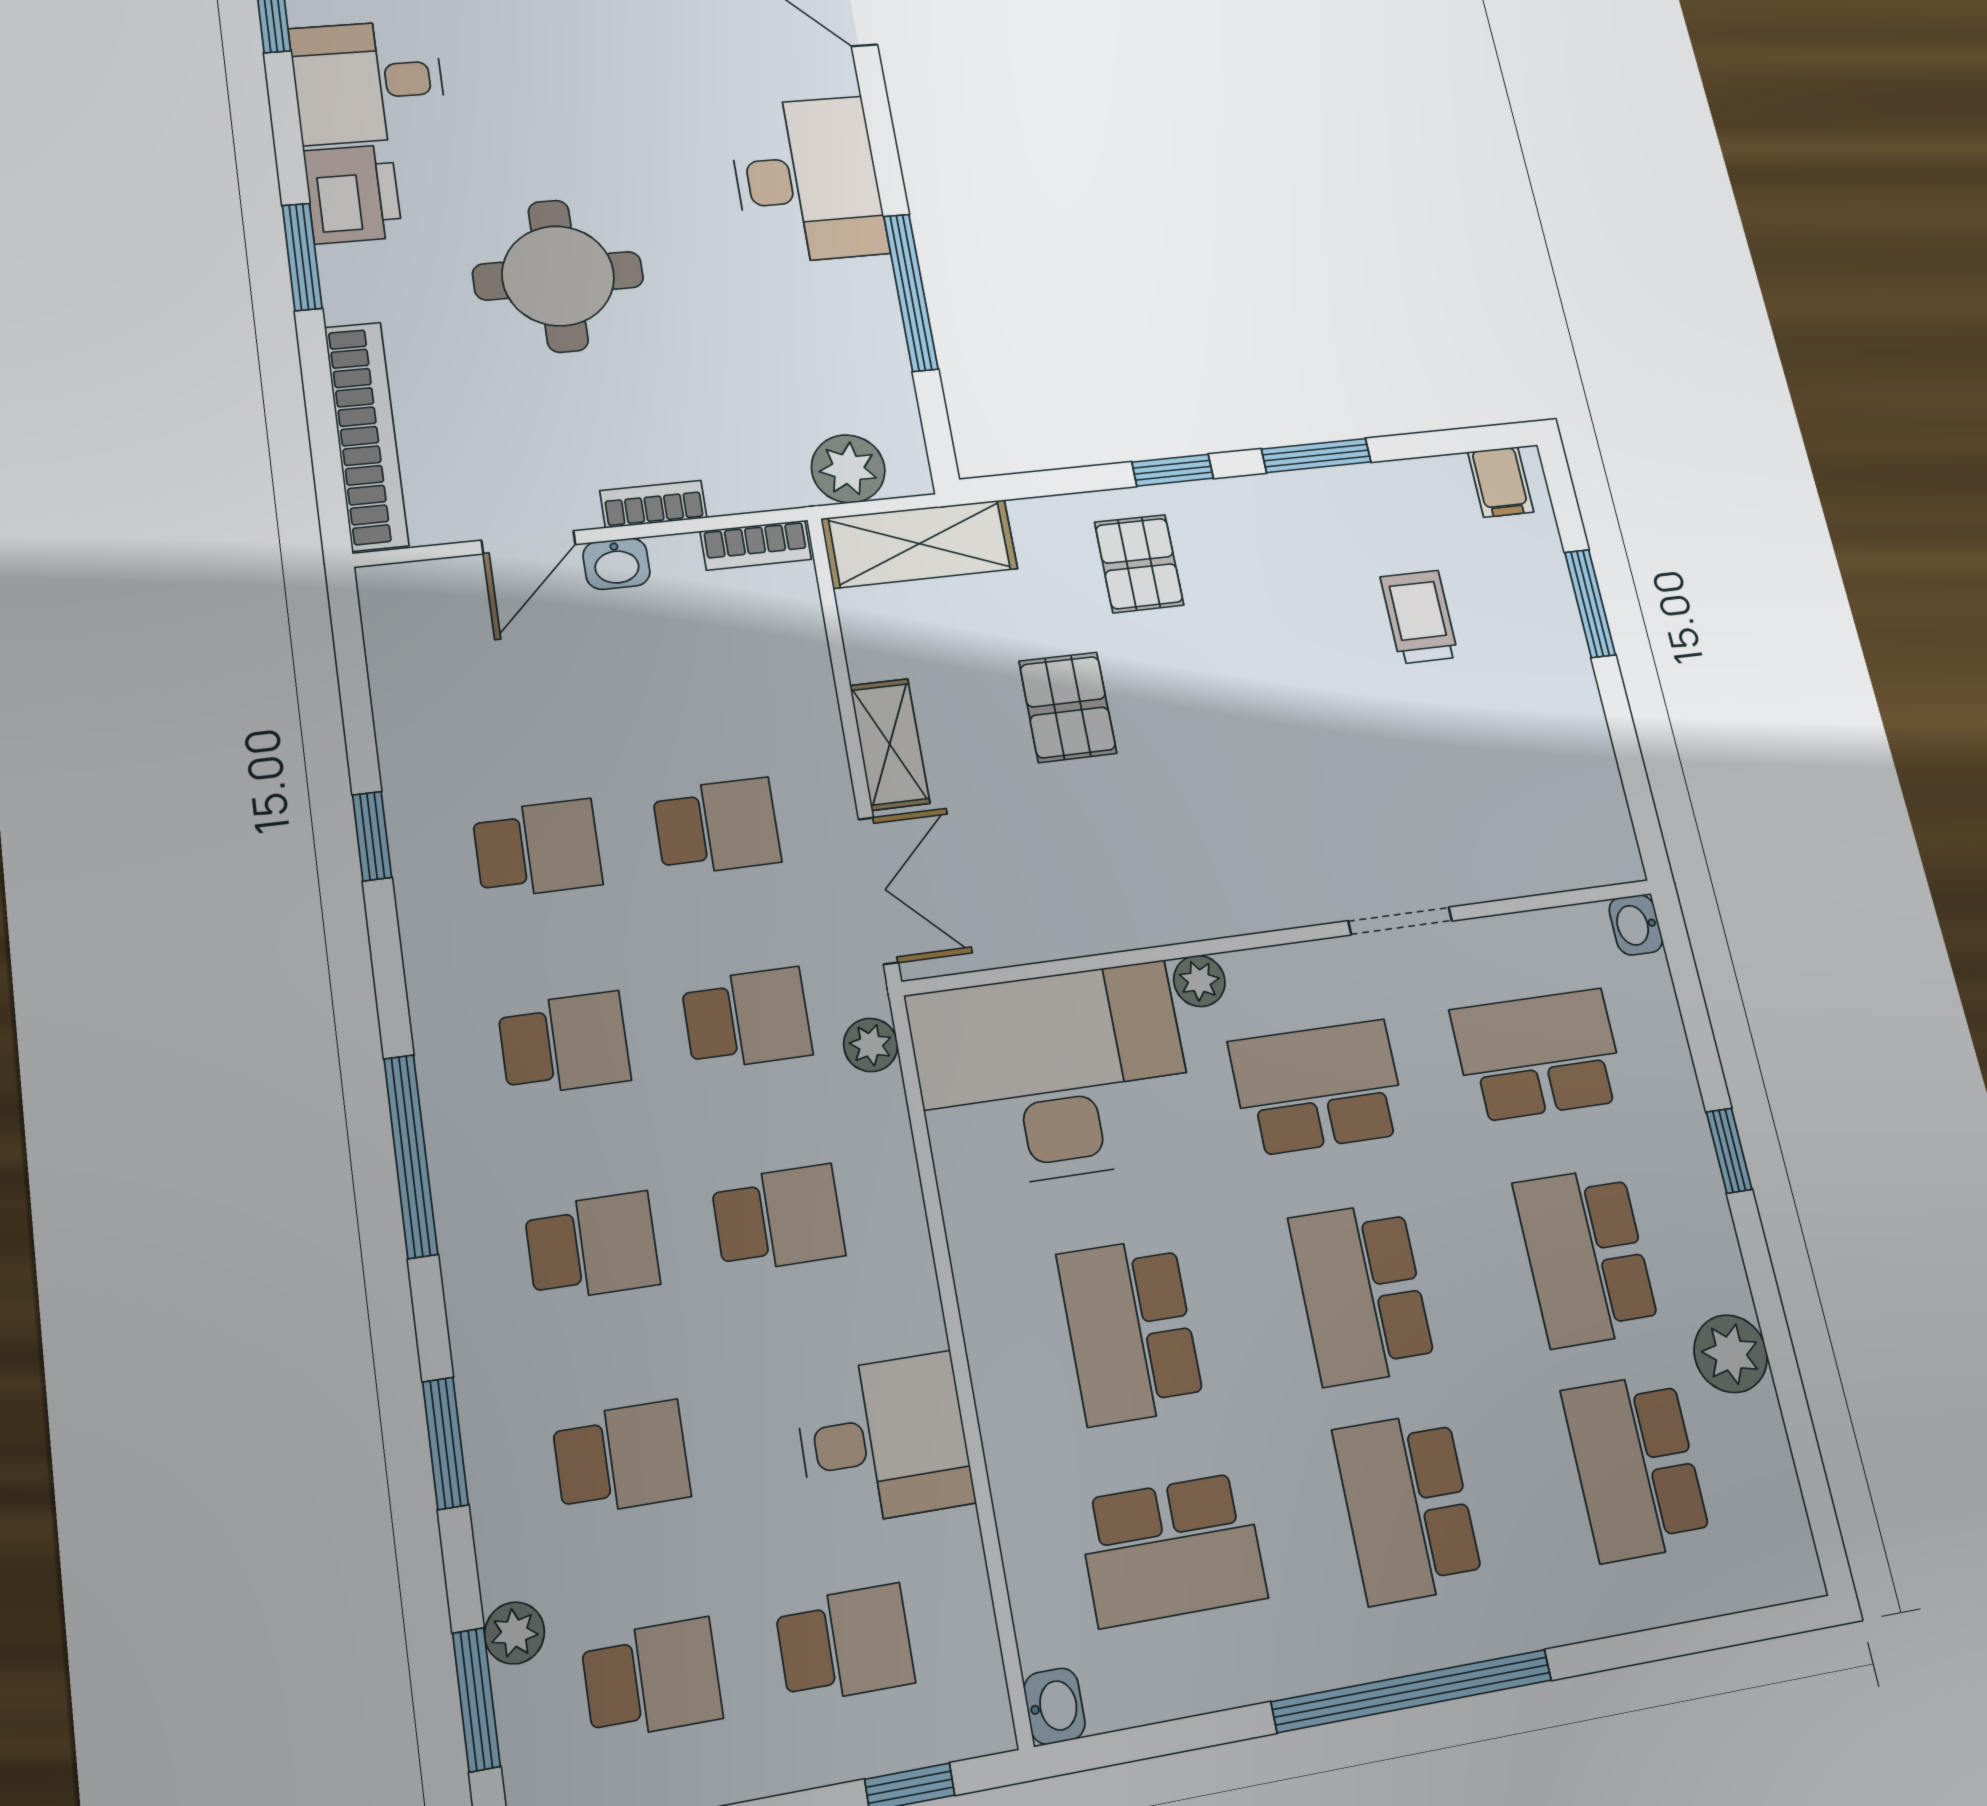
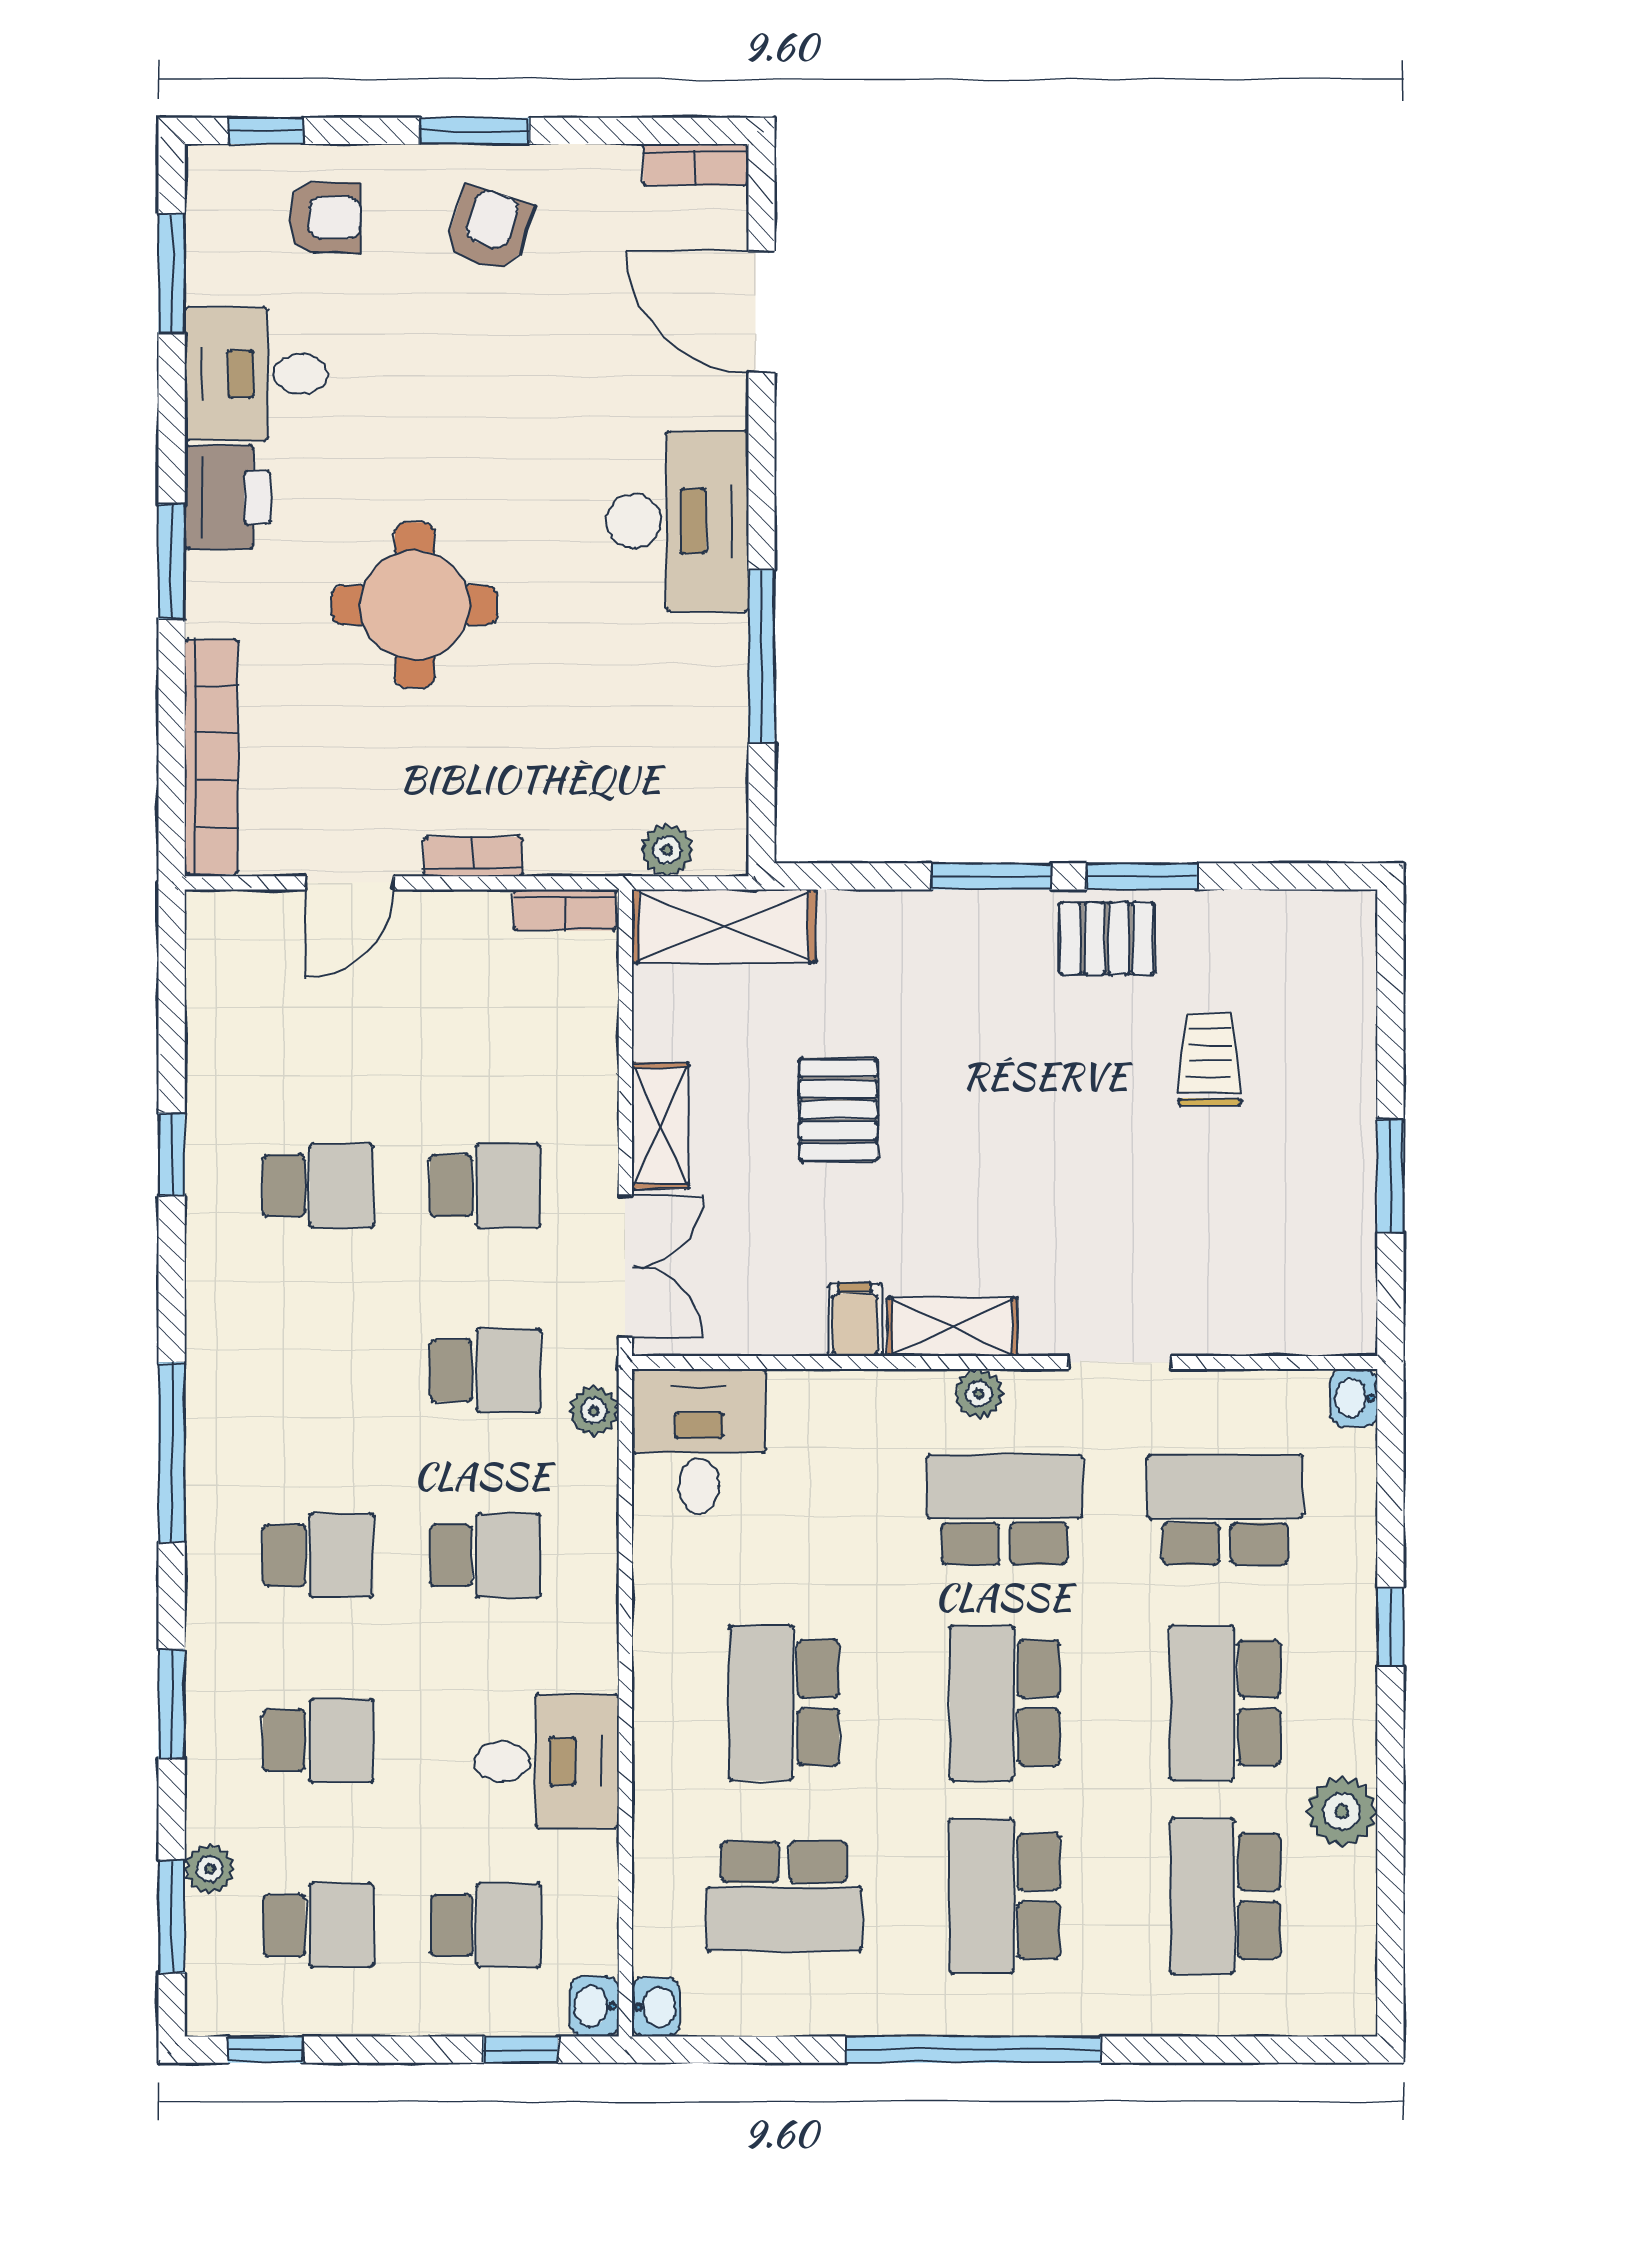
plant: (848, 469) -> (667, 850), width x0.73, depth x0.73
window: (1173, 470) -> (991, 876), width x1.50
filing cabinet: (1501, 482) -> (855, 1320), moved, turned 180
washbasin: (616, 564) -> (594, 2006), moved, turned 90
pallet: (1139, 564) -> (1107, 938), moved, turned 90
window: (1590, 603) -> (1390, 1176), moved
shelving: (1226, 907) -> (952, 1327), added
plant: (1199, 981) -> (979, 1394), moved
school desk: (564, 1043) -> (318, 1371), removed
desk: (1053, 1075) -> (699, 1441), width x0.53, depth x0.77

